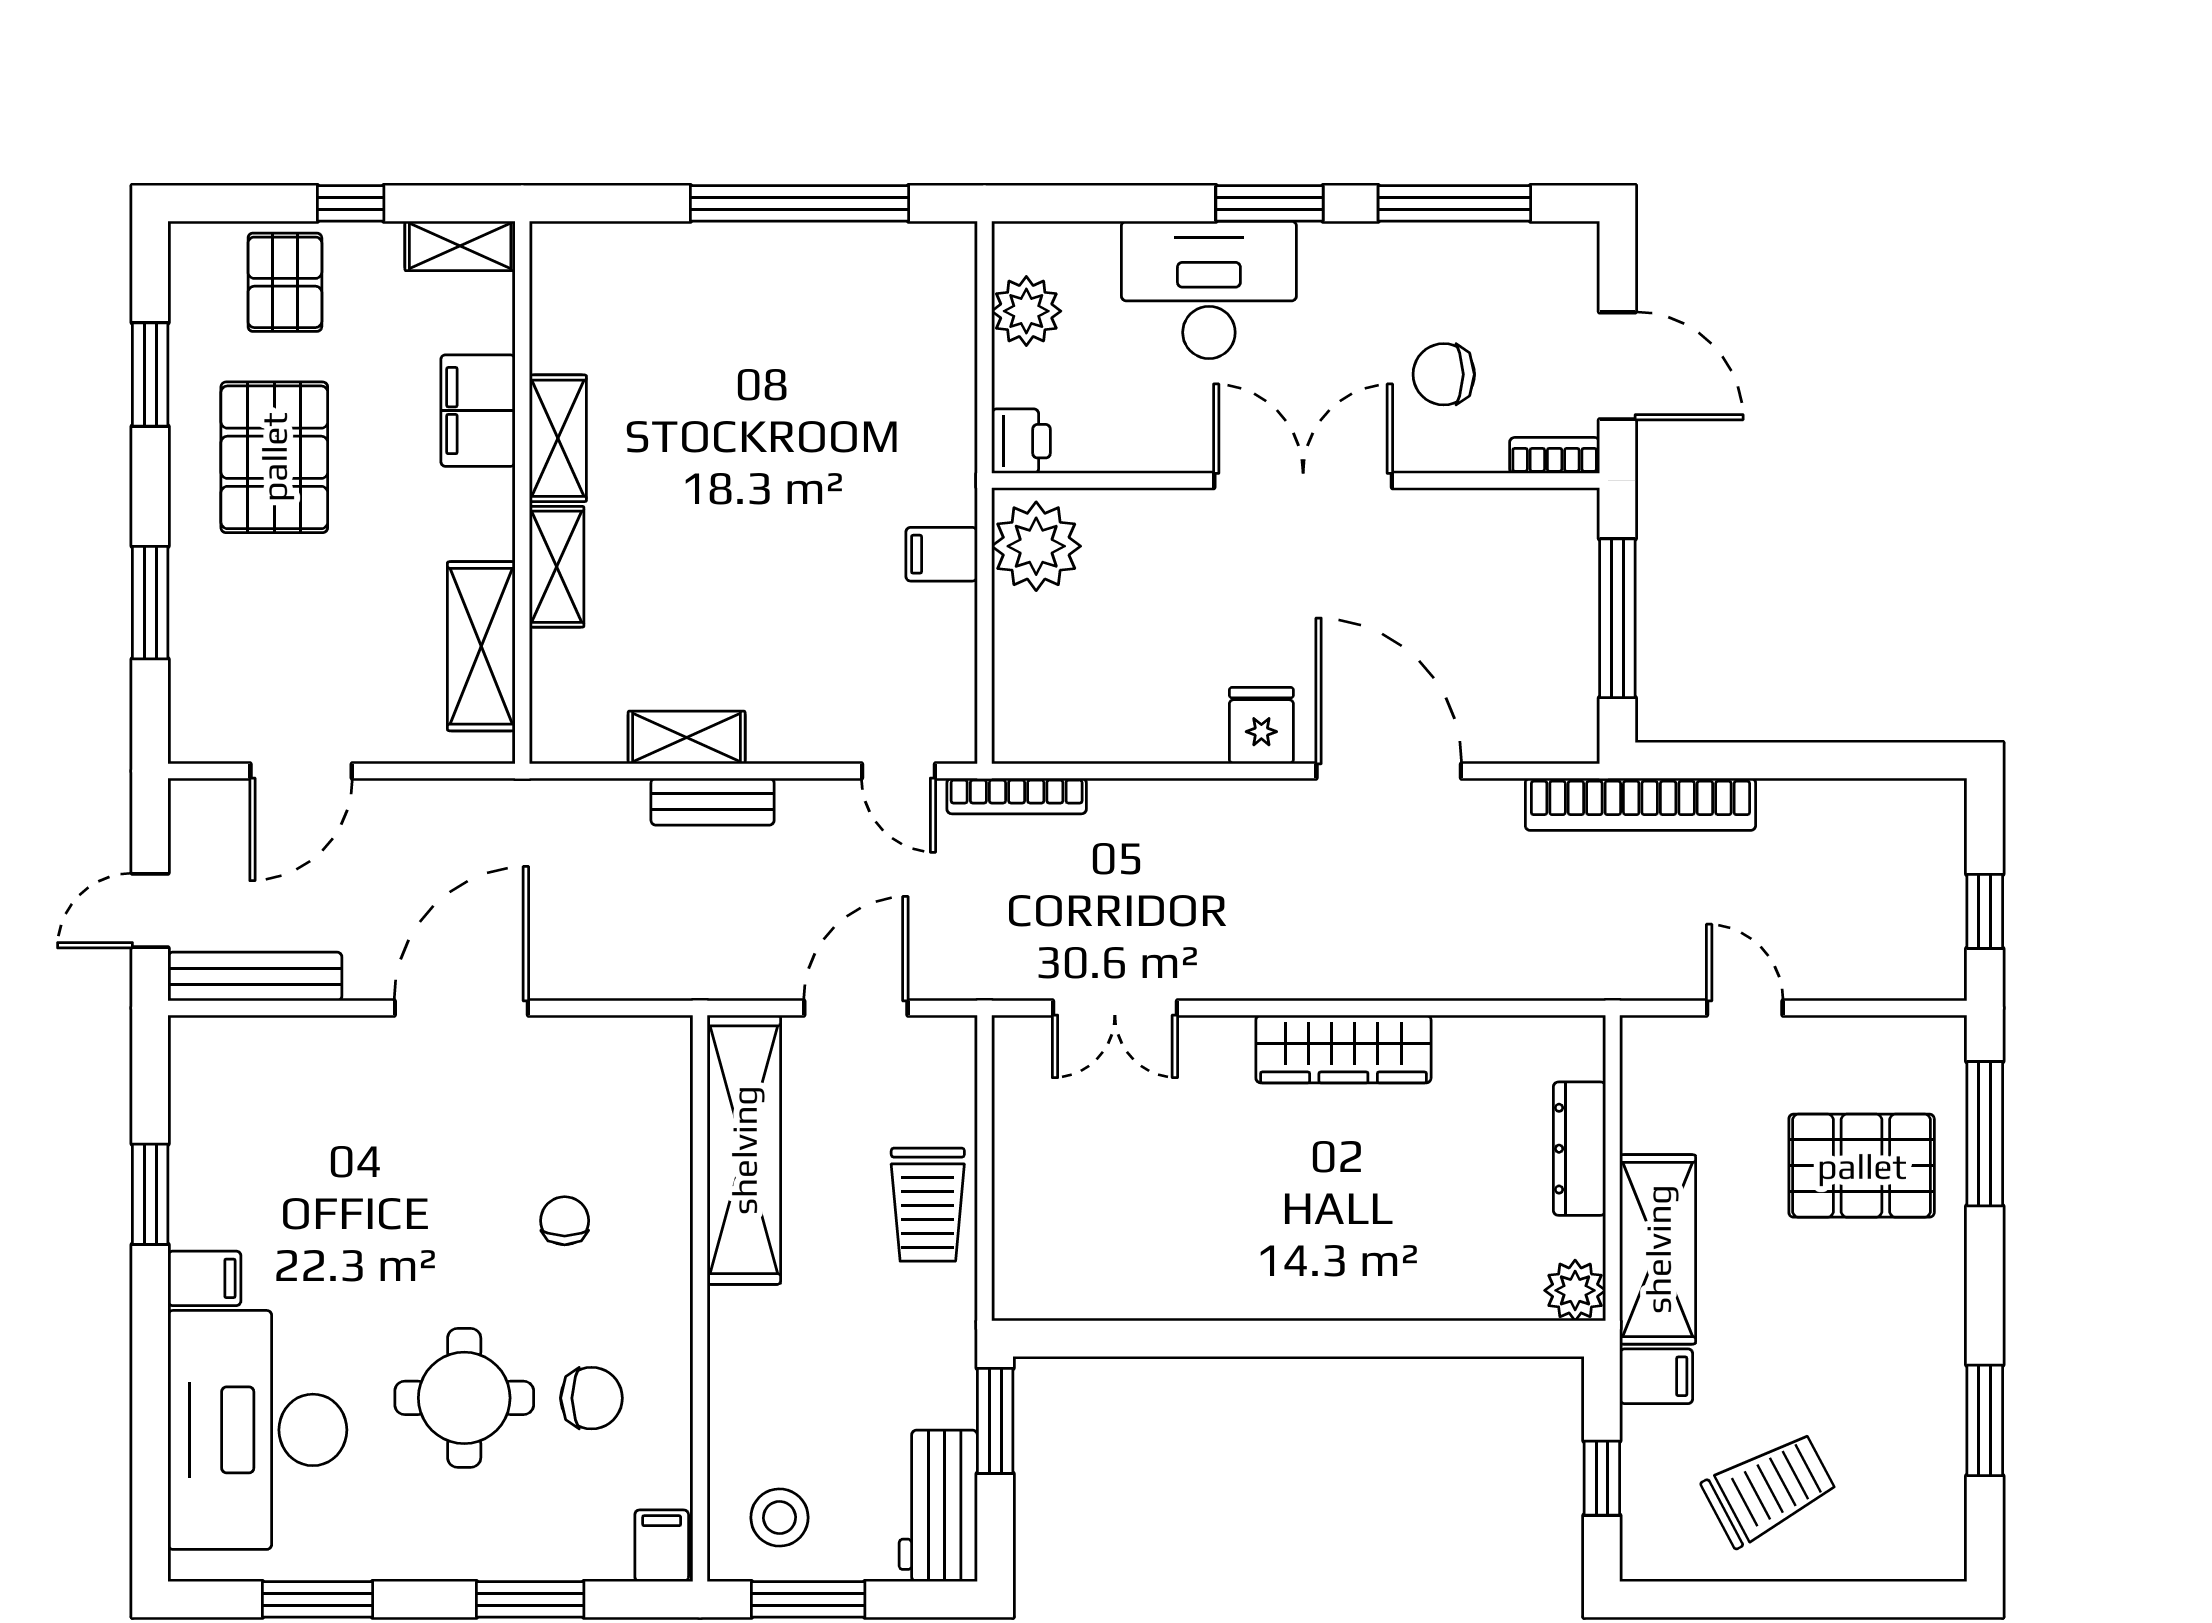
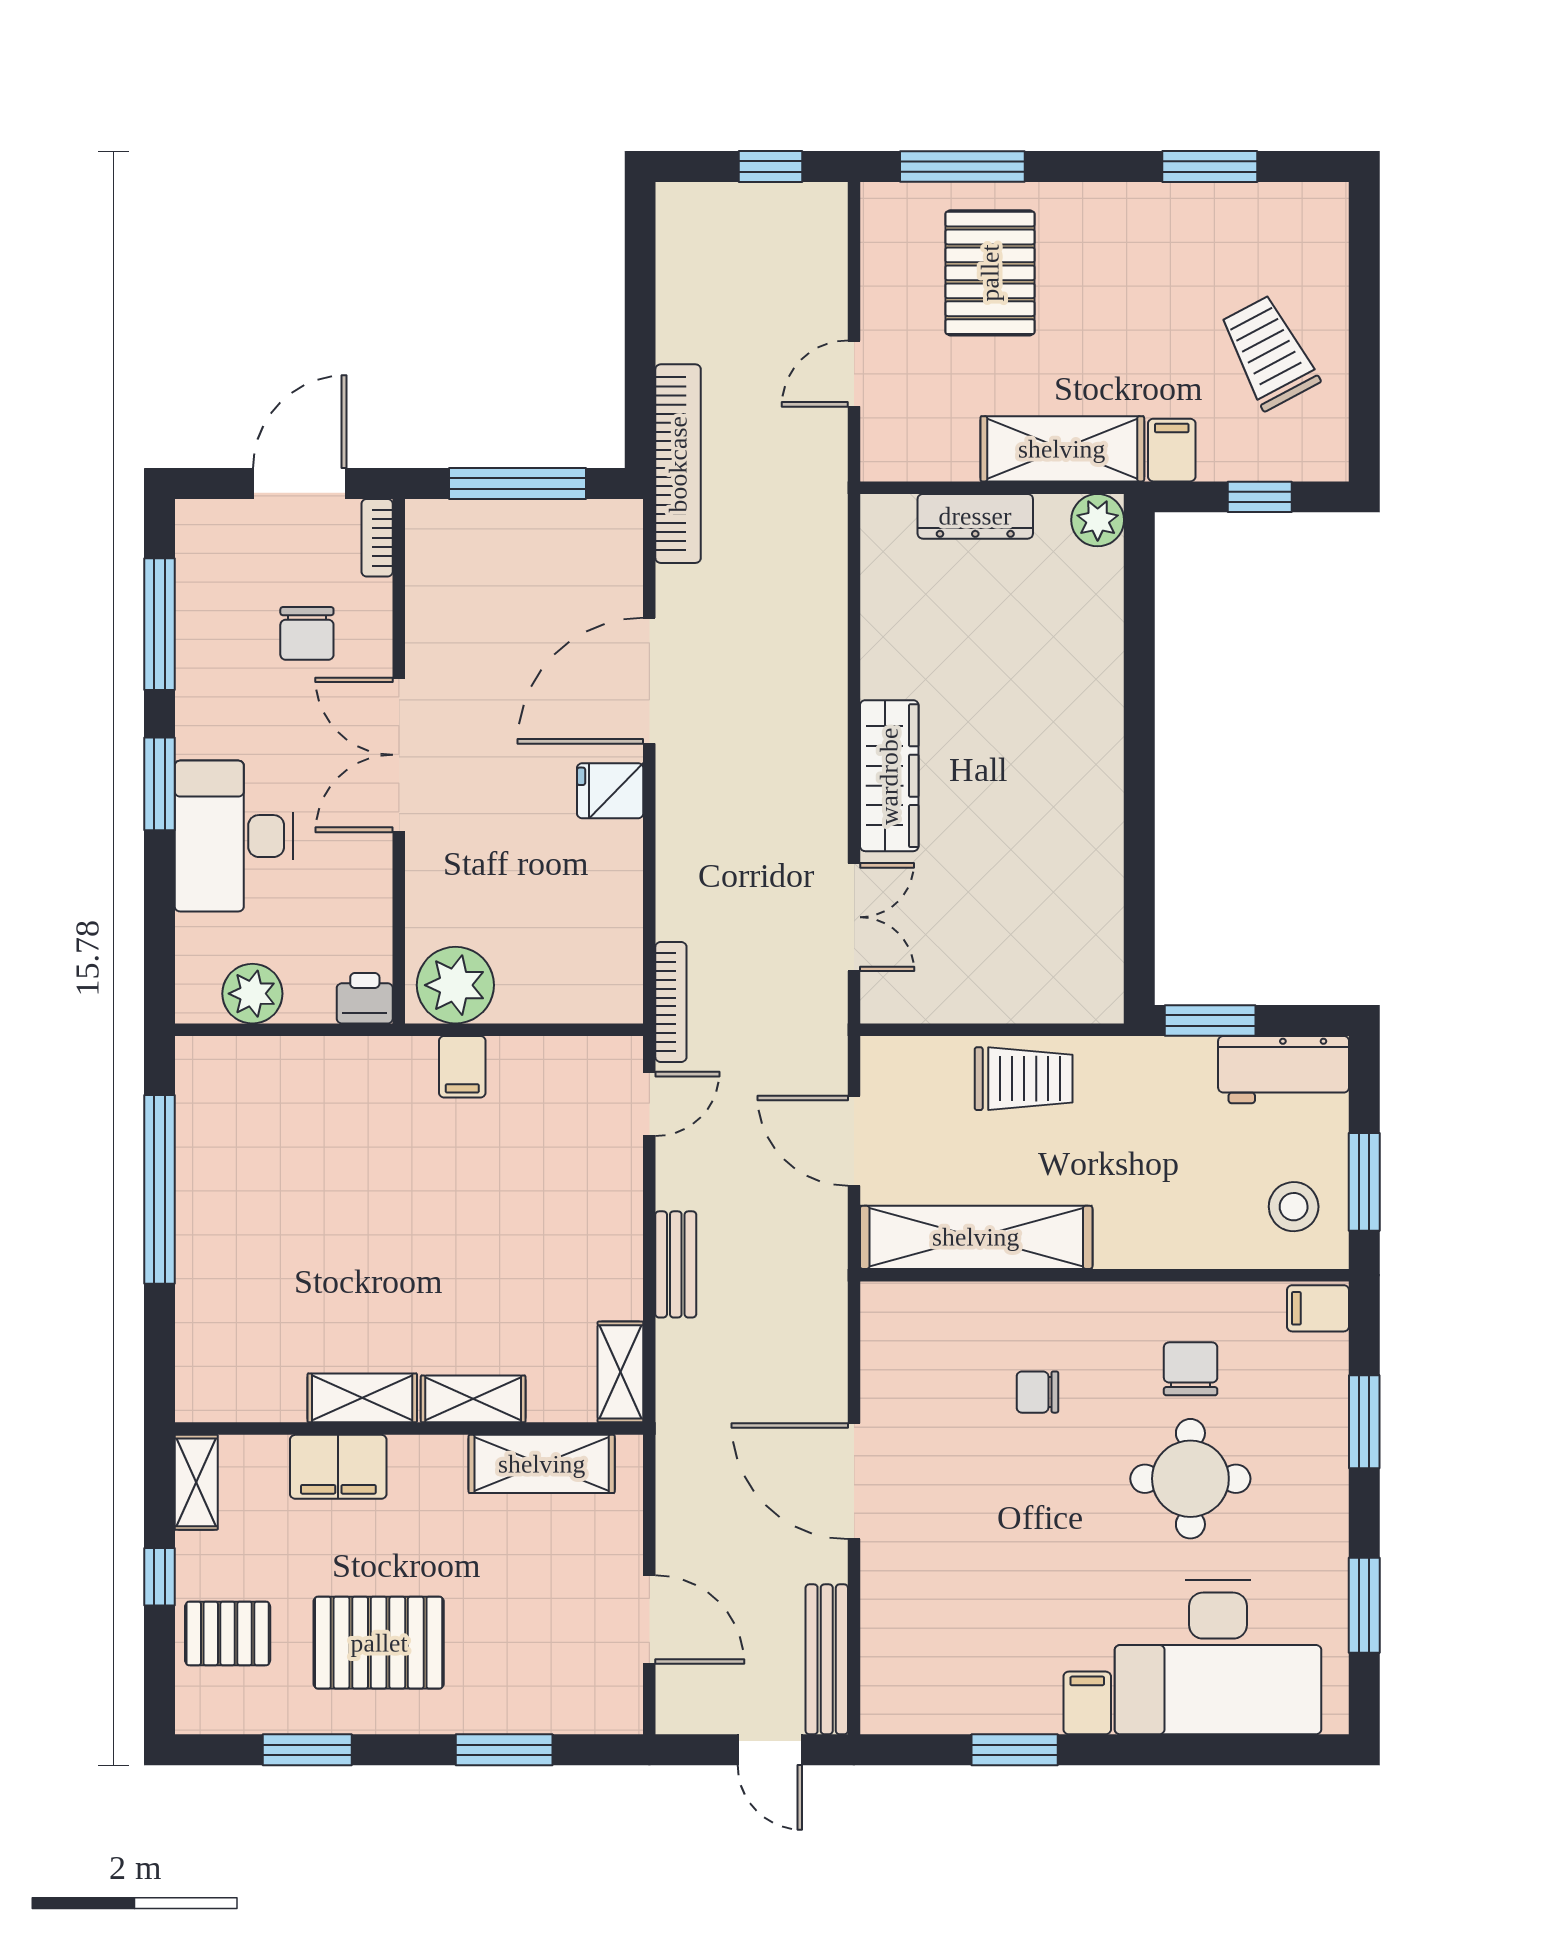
shelving: (687, 738) -> (620, 1372), moved
wardrobe: (1343, 1049) -> (889, 776), moved

